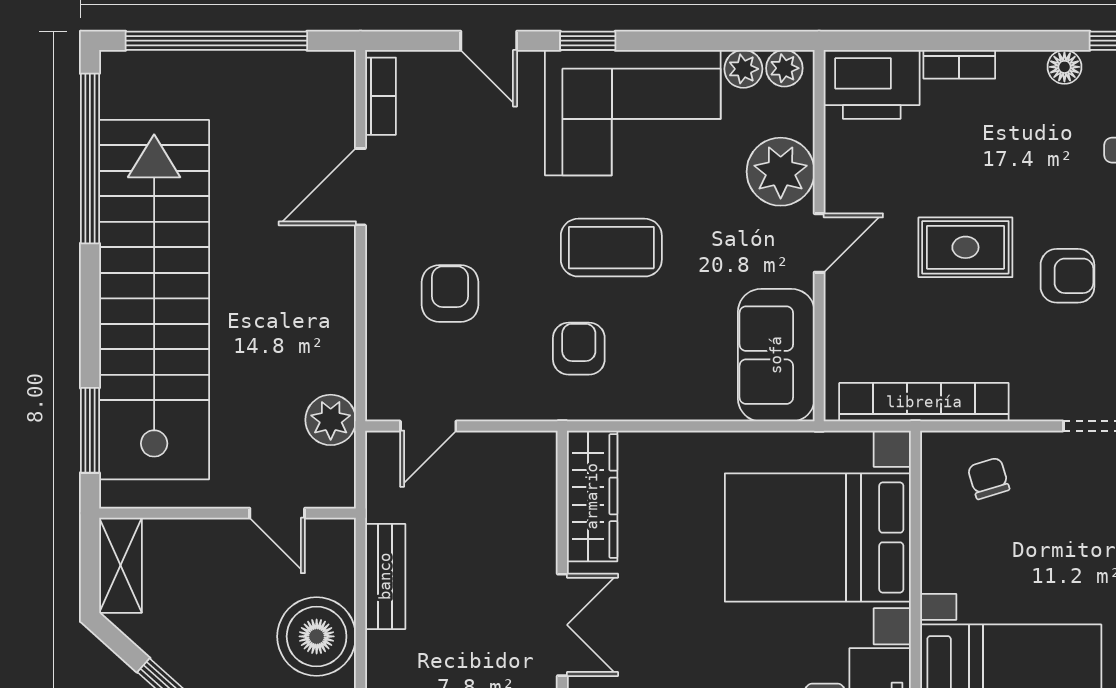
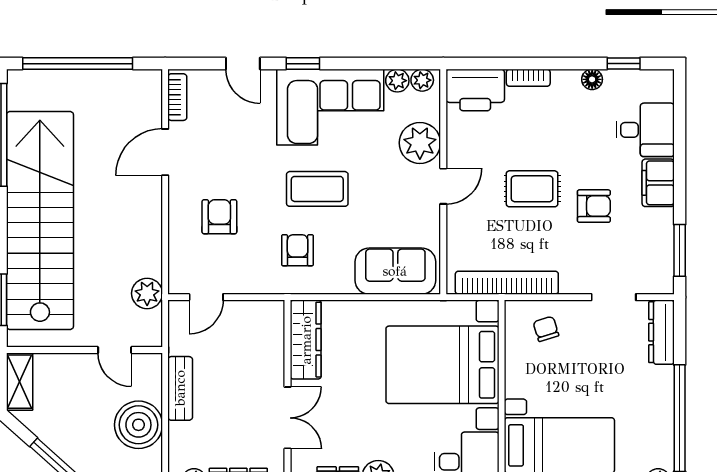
sofa: (776, 355) -> (395, 271), moved, turned 90

